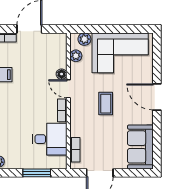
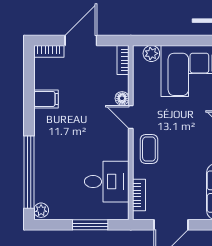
plant: (76, 56) -> (140, 75), removed
coffee table: (106, 104) -> (149, 149), moved
bookcase: (62, 110) -> (123, 60), moved

